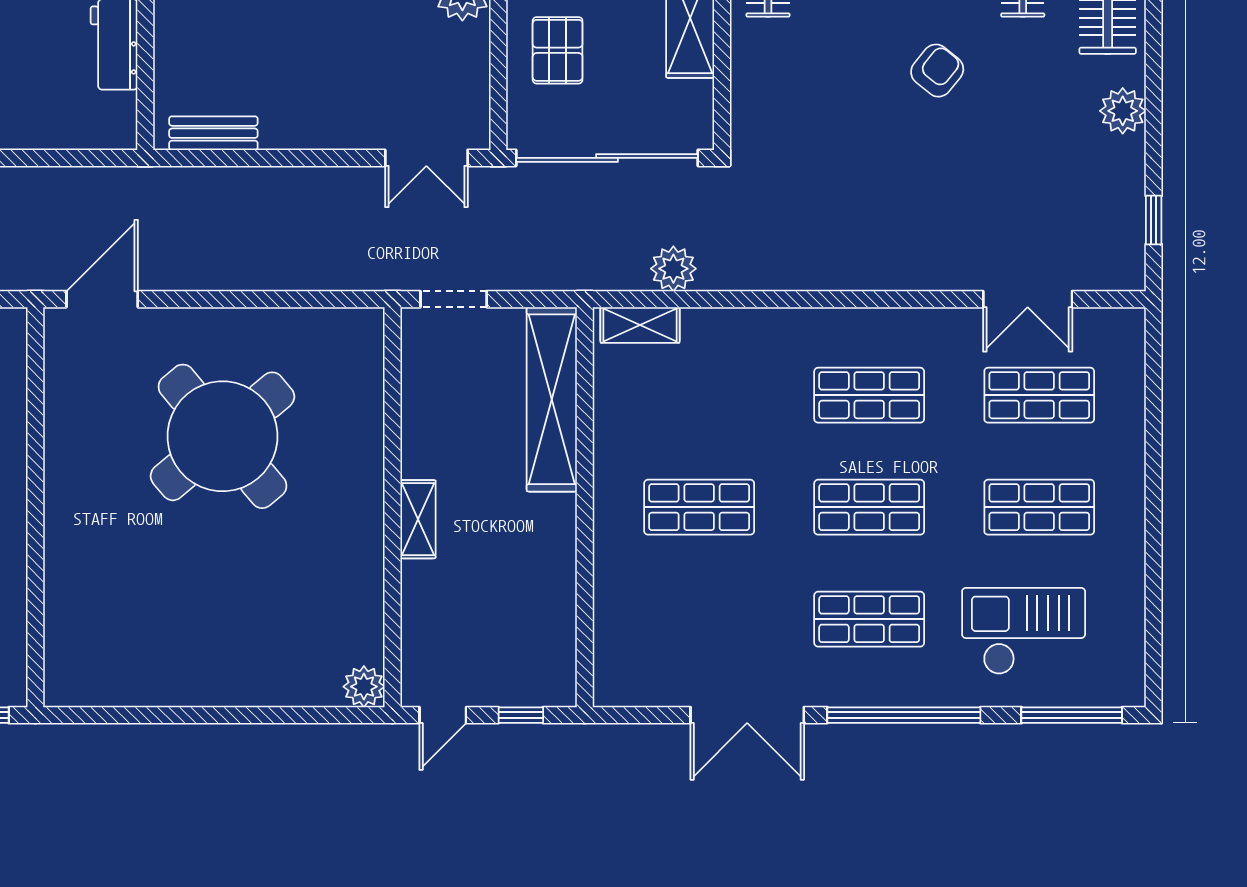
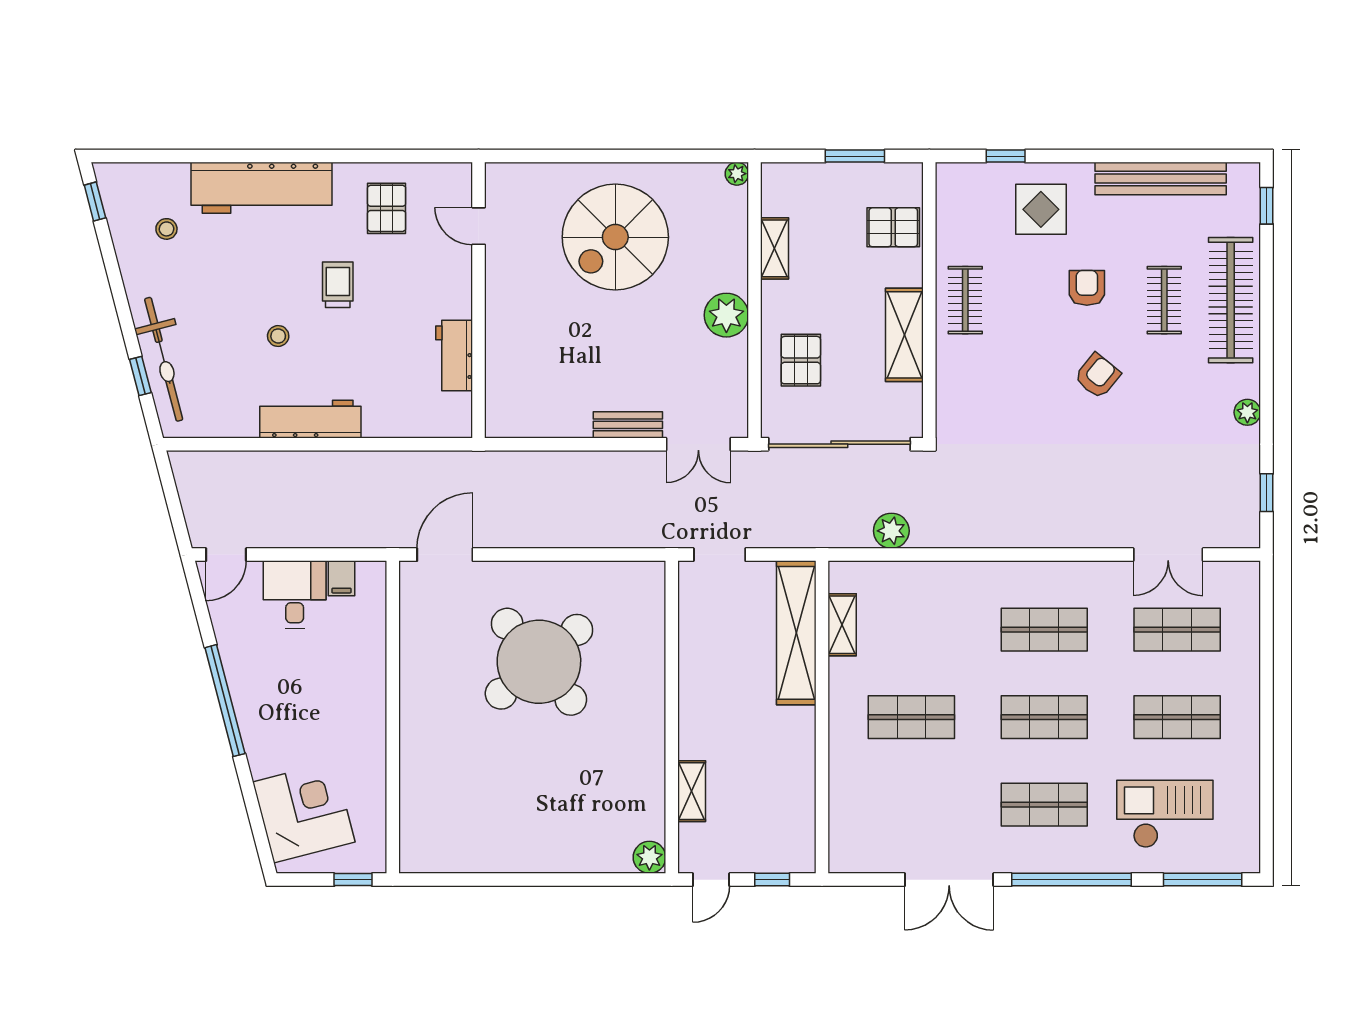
plant: (1123, 111) -> (1247, 412), width x0.73, depth x0.73
bench: (213, 133) -> (628, 425), moved
shelving: (640, 325) -> (842, 625), moved, turned 90
shelving: (418, 519) -> (692, 791), moved

